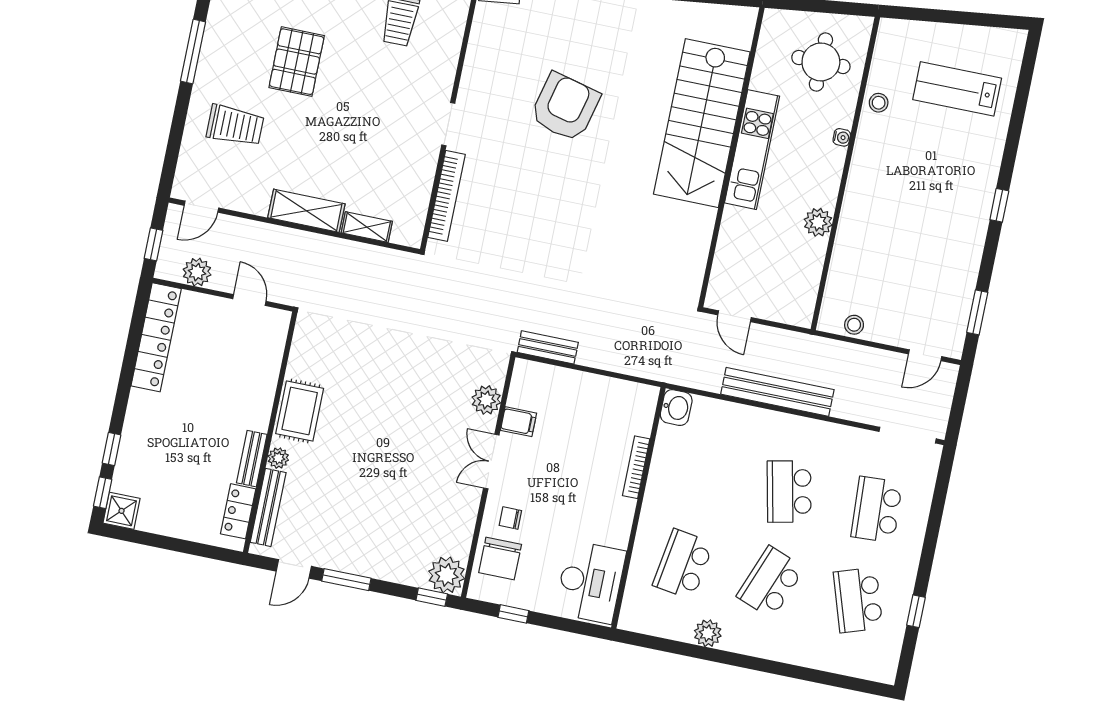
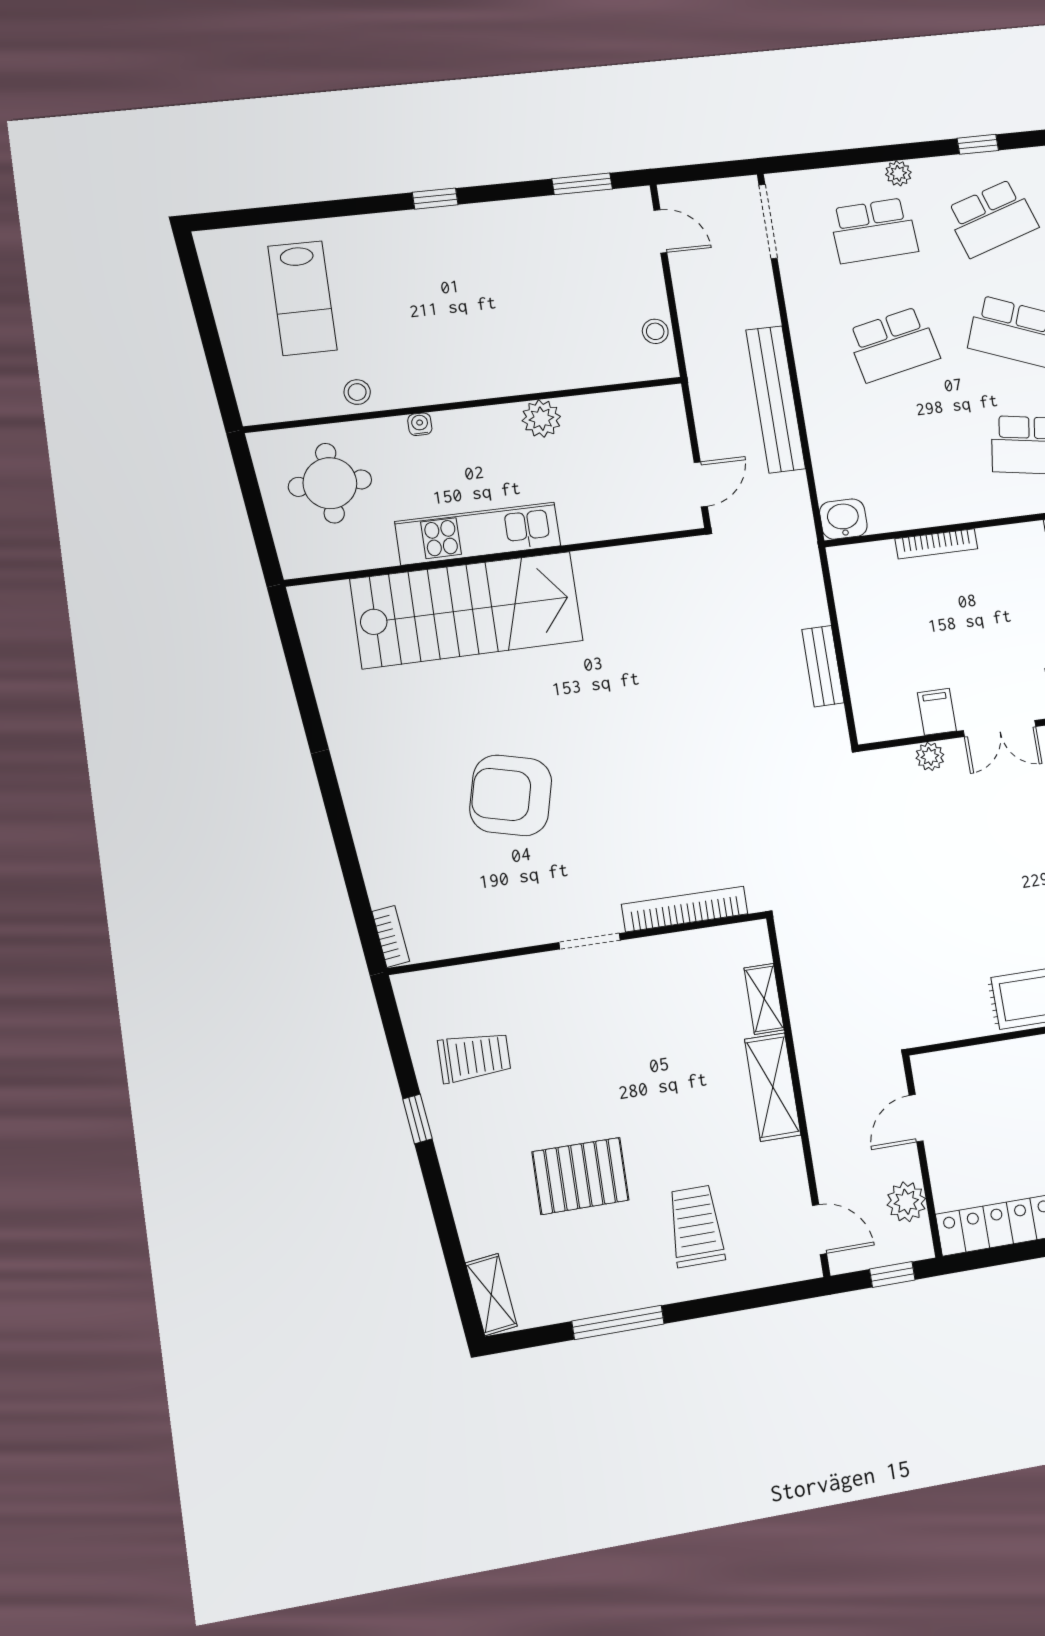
bench: (548, 347) -> (823, 666), moved
plant: (486, 400) -> (930, 756), width x0.73, depth x0.73
plant: (913, 544) -> (898, 173), added

